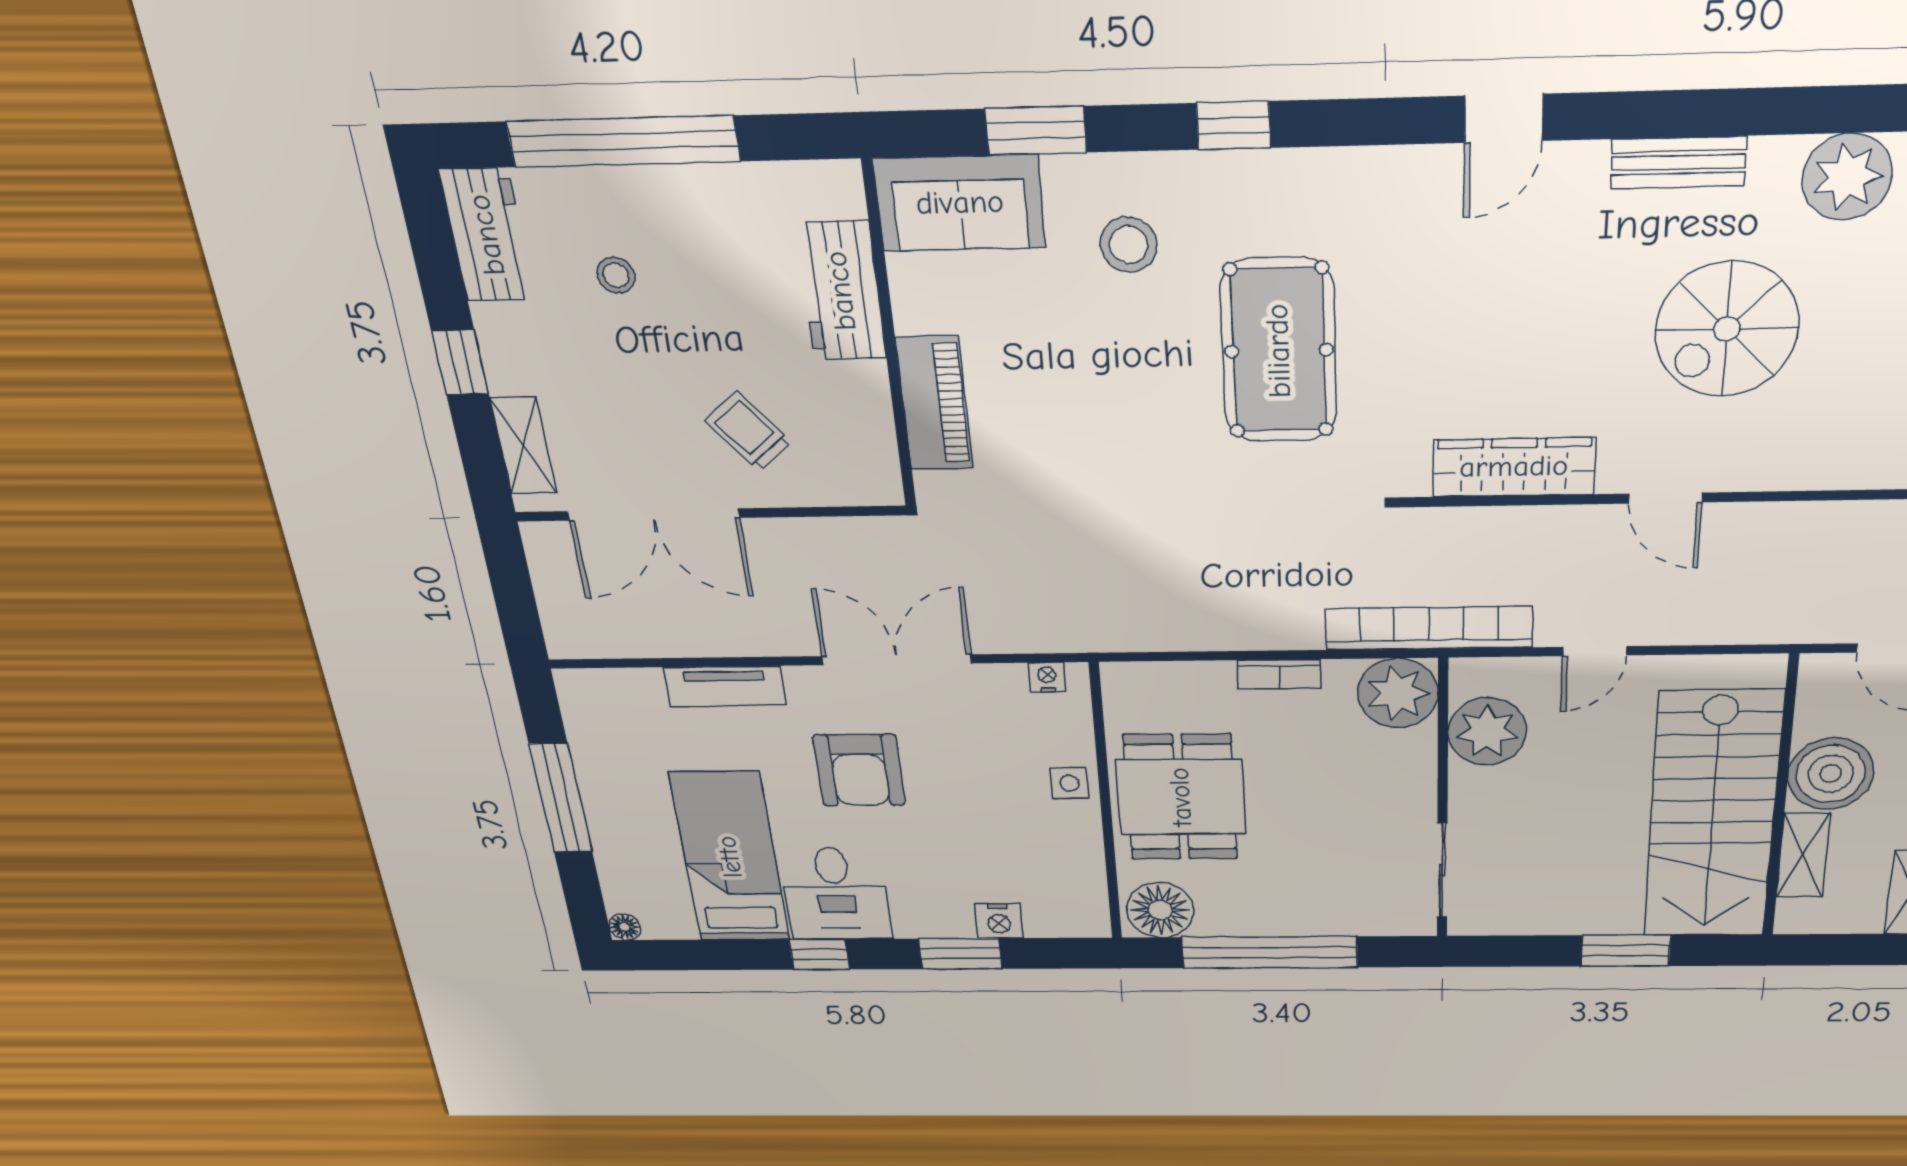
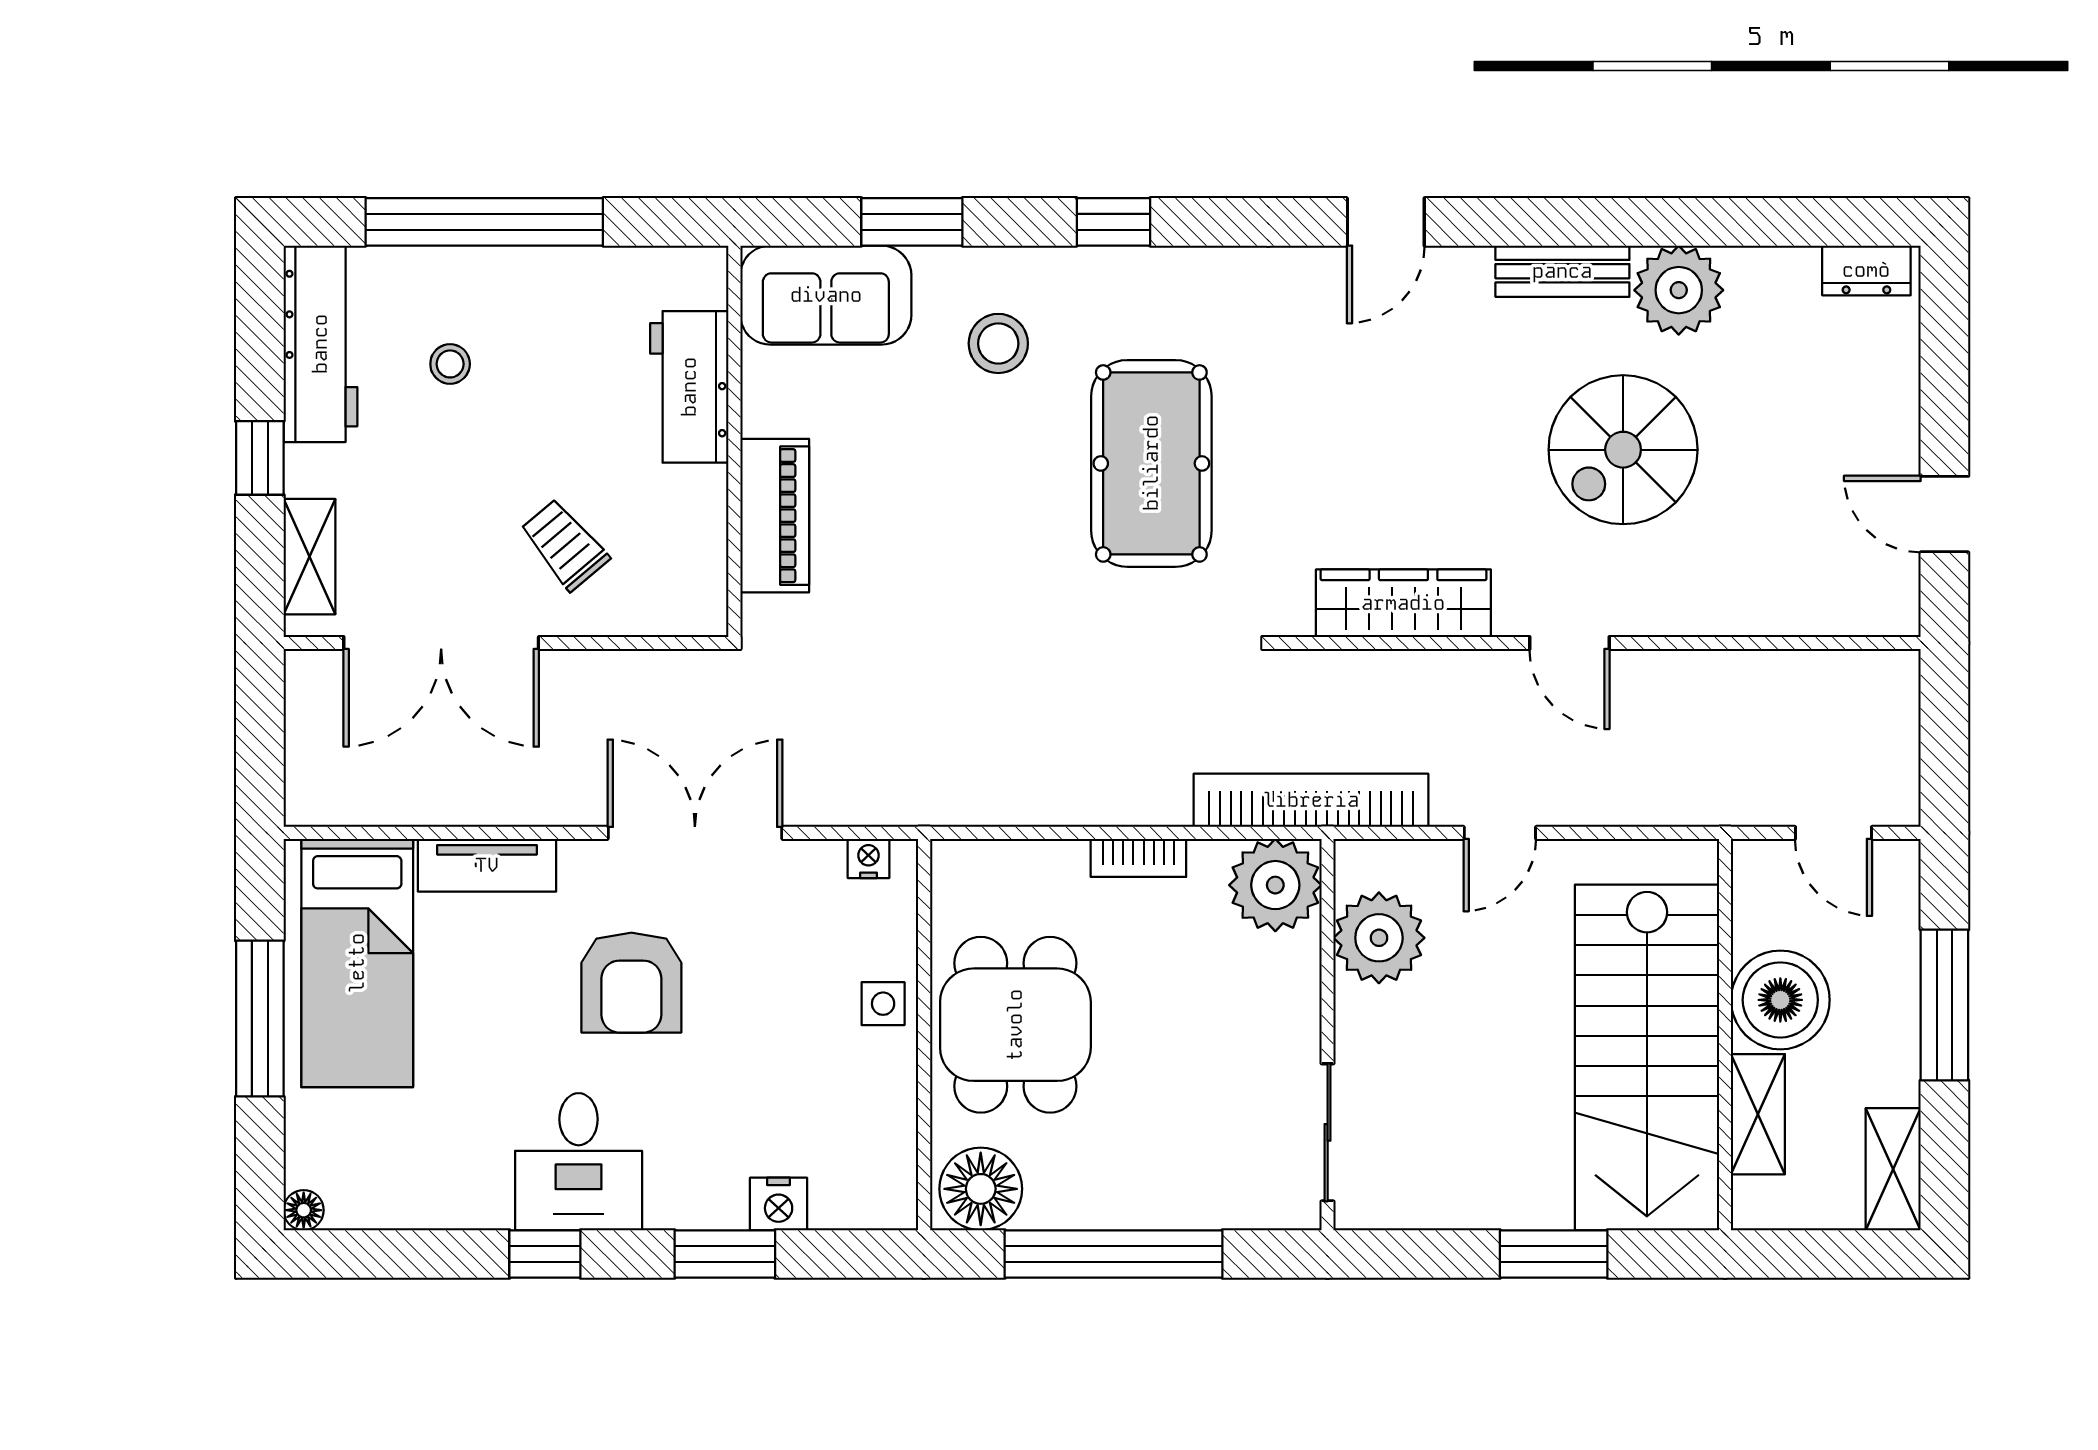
plant: (1847, 177) -> (1679, 290), moved
workbench: (487, 235) -> (320, 344), width x1.38
bed: (730, 857) -> (357, 963), moved, turned 180

